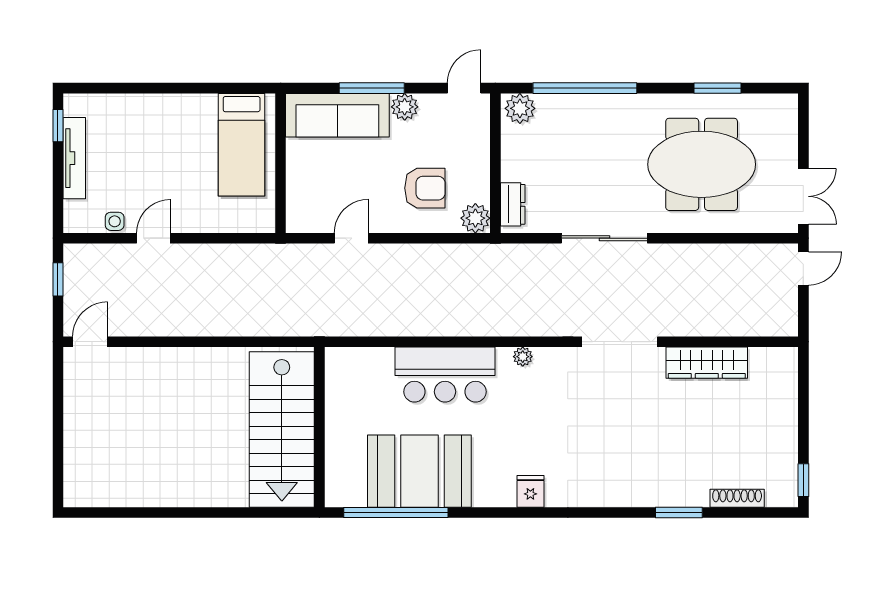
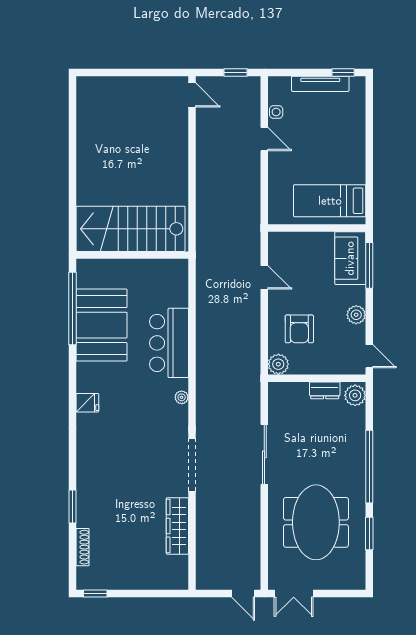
window: (372, 88) -> (369, 265), moved
window: (585, 88) -> (369, 467), moved
sofa: (337, 115) -> (350, 258), width x0.73
dresser: (513, 204) -> (325, 390), moved

